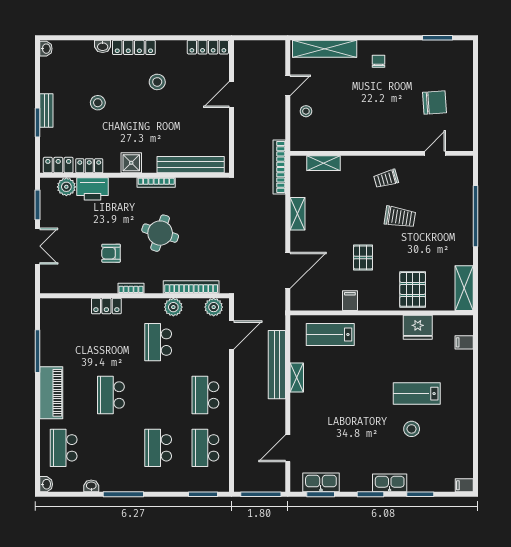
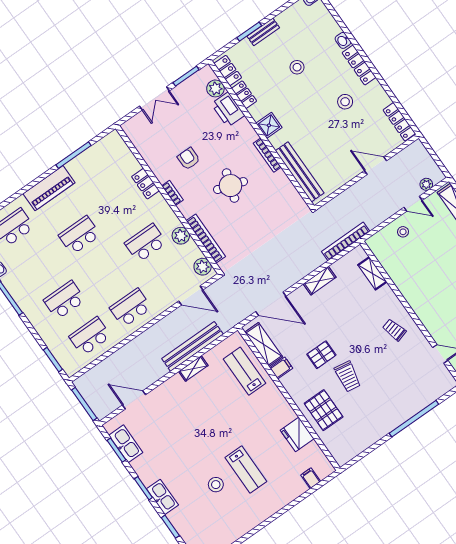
plant: (279, 62) -> (426, 184), added
trolley: (400, 217) -> (348, 376), moved
shelving: (464, 288) -> (264, 345), moved, turned 90
pallet: (413, 289) -> (324, 410), turned 90
lab bench: (417, 394) -> (246, 469), turned 180

